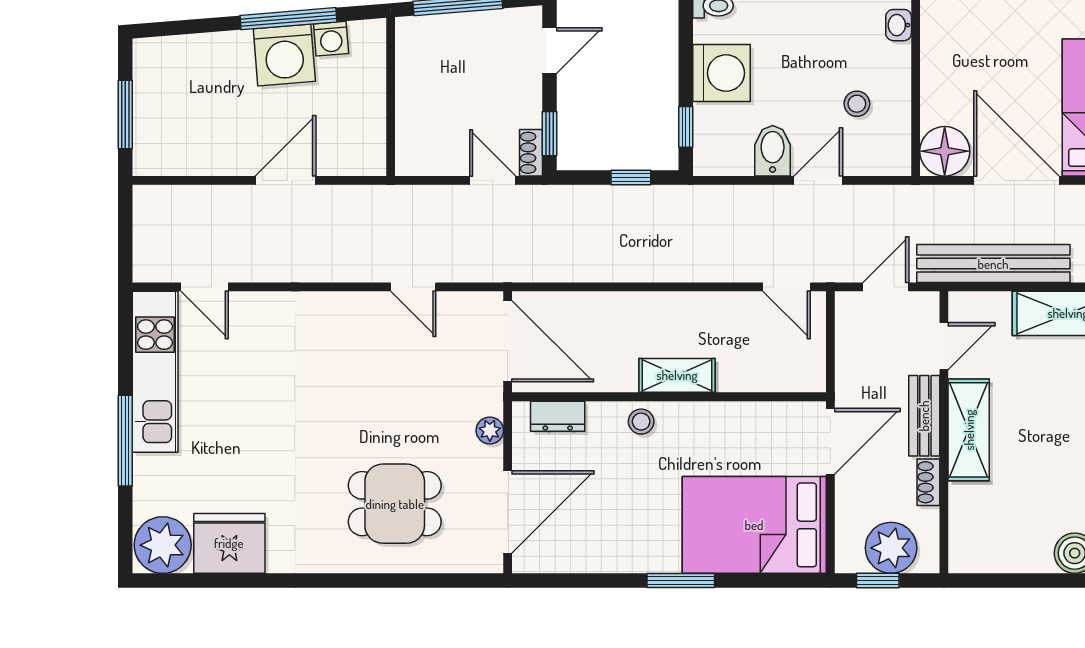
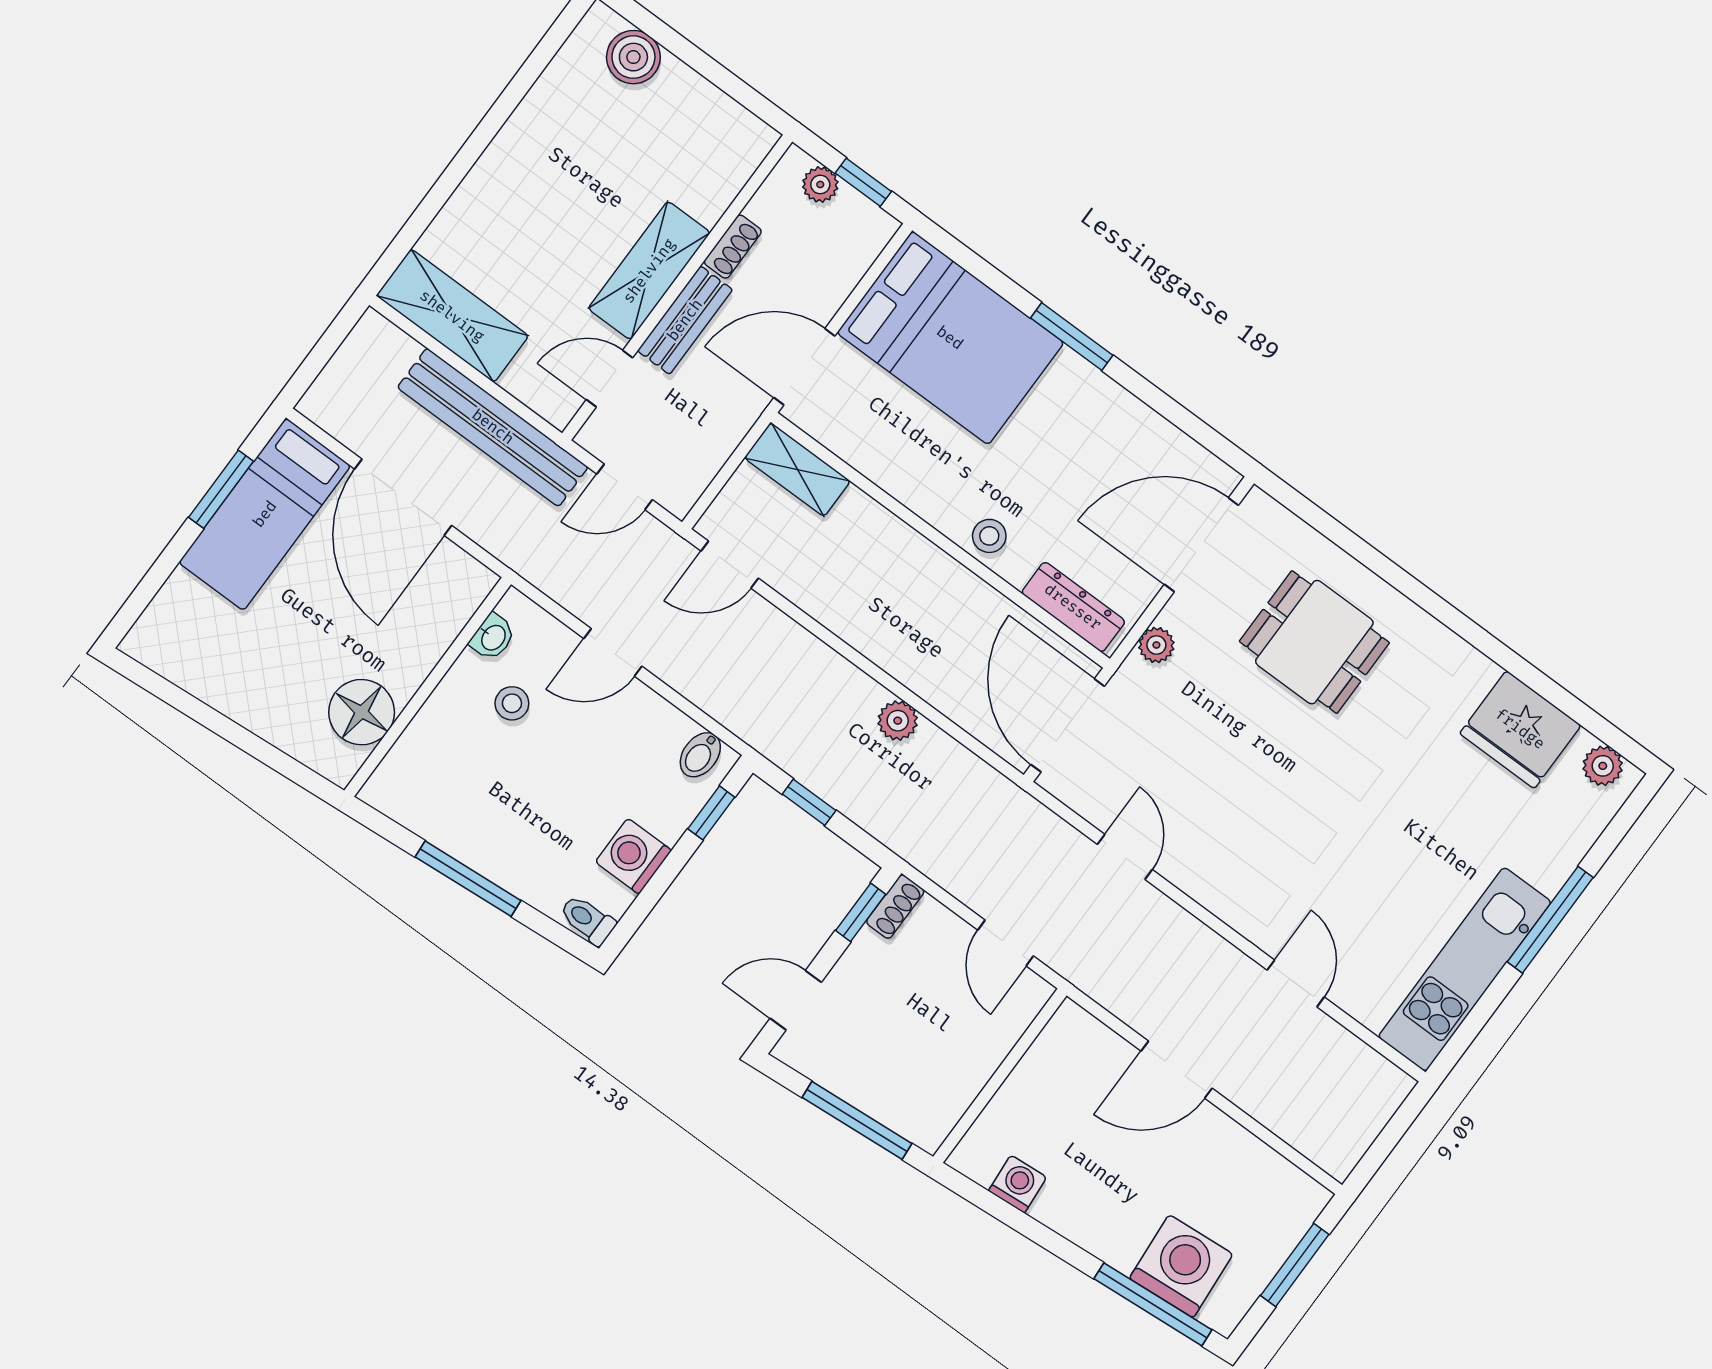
window: (288, 19) -> (1153, 1304), moved
washbasin: (899, 25) -> (493, 637), moved
washing machine: (284, 55) -> (1181, 1266), moved
washing machine: (721, 73) -> (633, 856), width x0.73, depth x0.73
bidet: (773, 151) -> (700, 755), moved, width x0.72, depth x0.74
floor lamp: (945, 151) -> (362, 712), moved
door: (493, 180) -> (1006, 943), moved
plant: (614, 267) -> (898, 721), added
door: (205, 287) -> (1296, 983), moved
door: (787, 287) -> (730, 565), swing flipped
shelving: (677, 375) -> (797, 469), moved
dresser: (558, 416) -> (1073, 607), width x1.44
plant: (163, 545) -> (1603, 766), width x0.53, depth x0.53
plant: (891, 548) -> (820, 184), width x0.53, depth x0.53

